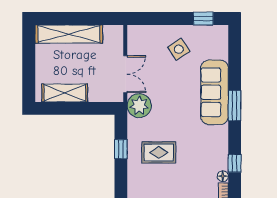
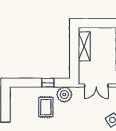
plant: (139, 106) -> (64, 95), moved

